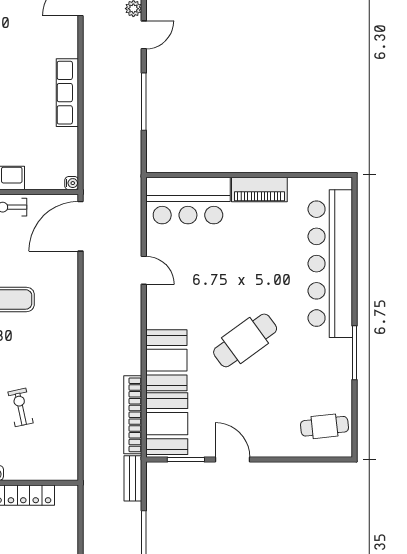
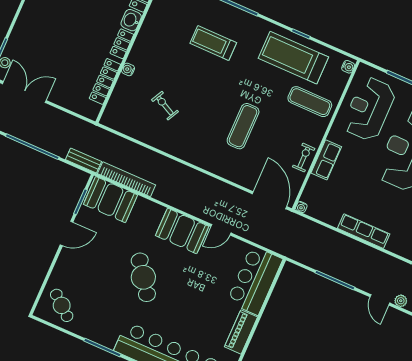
booth: (166, 360) -> (182, 231), moved
exercise bike: (21, 407) -> (165, 106), turned -141
cafe table: (324, 426) -> (62, 305), turned -44

